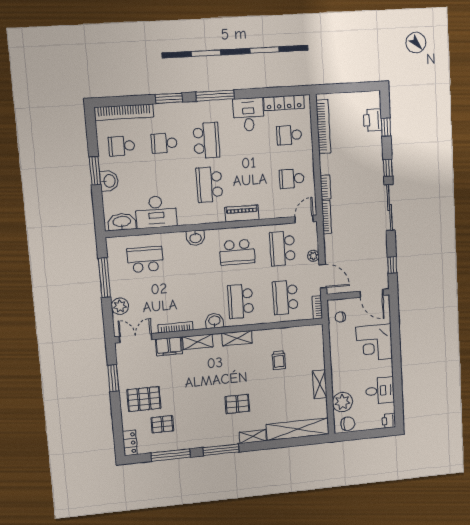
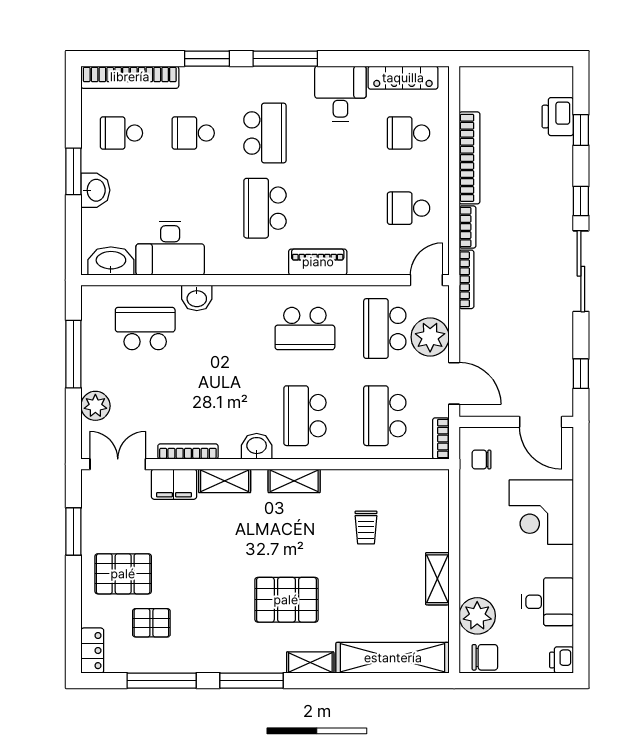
bookcase: (323, 127) -> (469, 158), moved
washbasin: (196, 238) -> (197, 298), moved
plant: (313, 256) -> (430, 337), width x1.87, depth x1.87
pallet: (237, 404) -> (286, 600), width x1.50, depth x1.42

